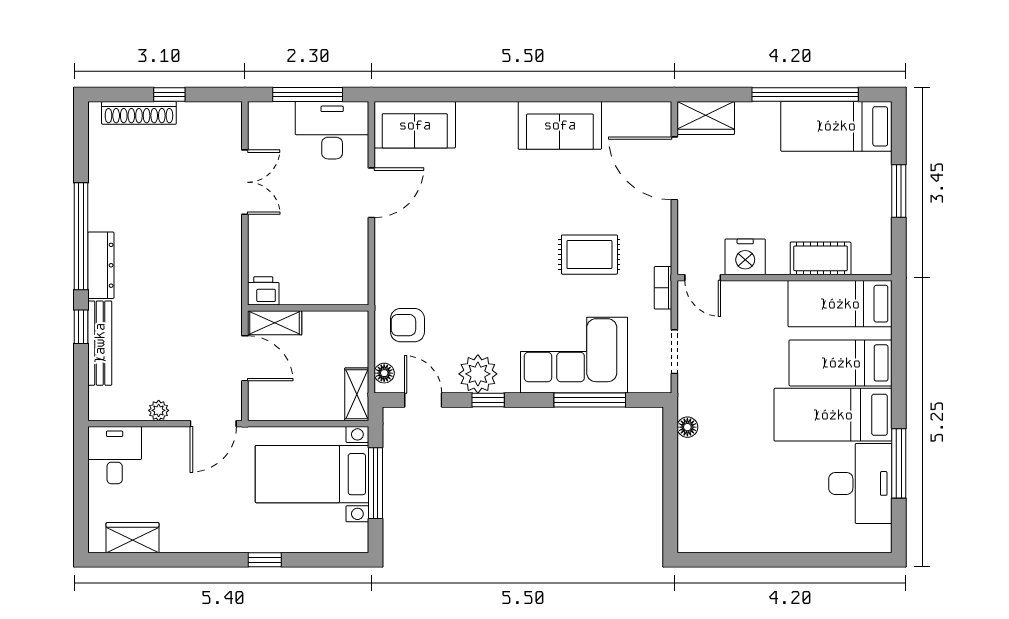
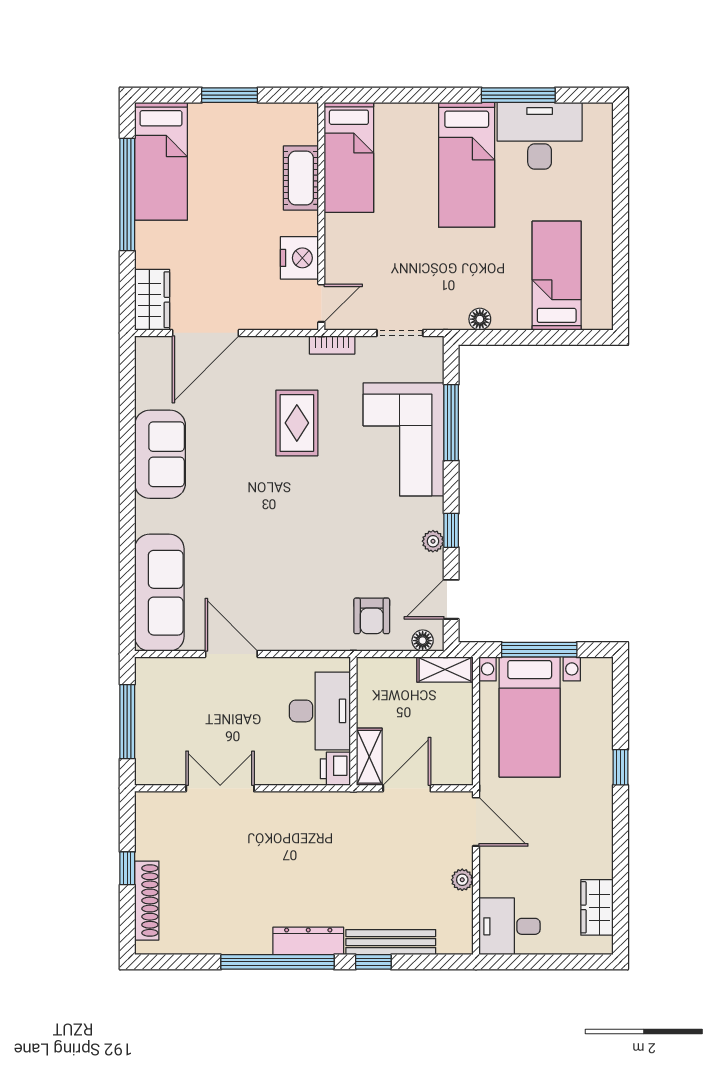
sofa: (415, 125) -> (159, 593), width x1.36
desk: (332, 130) -> (320, 711), moved, turned 180
bed: (841, 363) -> (557, 276), moved, turned 180
plant: (478, 374) -> (433, 541), width x0.53, depth x0.53

